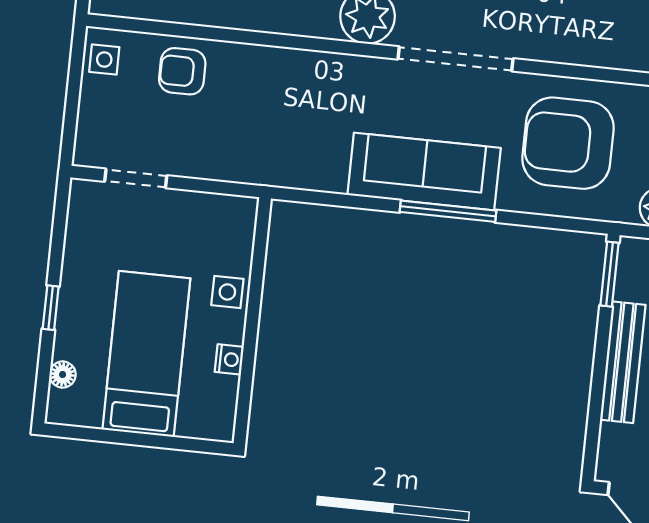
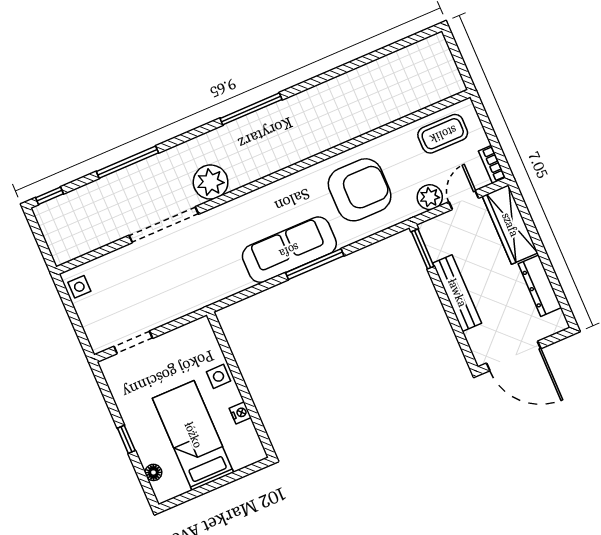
doorway: (456, 59) -> (164, 225), moved
armchair: (182, 71) -> (126, 269), removed
armchair: (568, 143) -> (360, 190), turned 180

